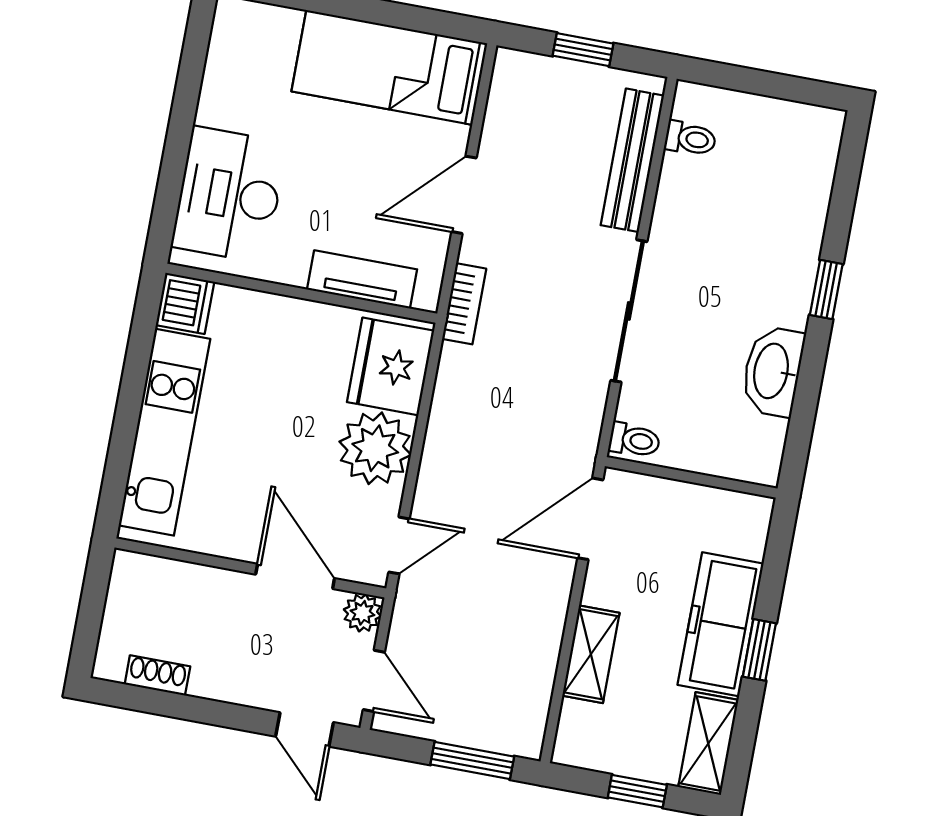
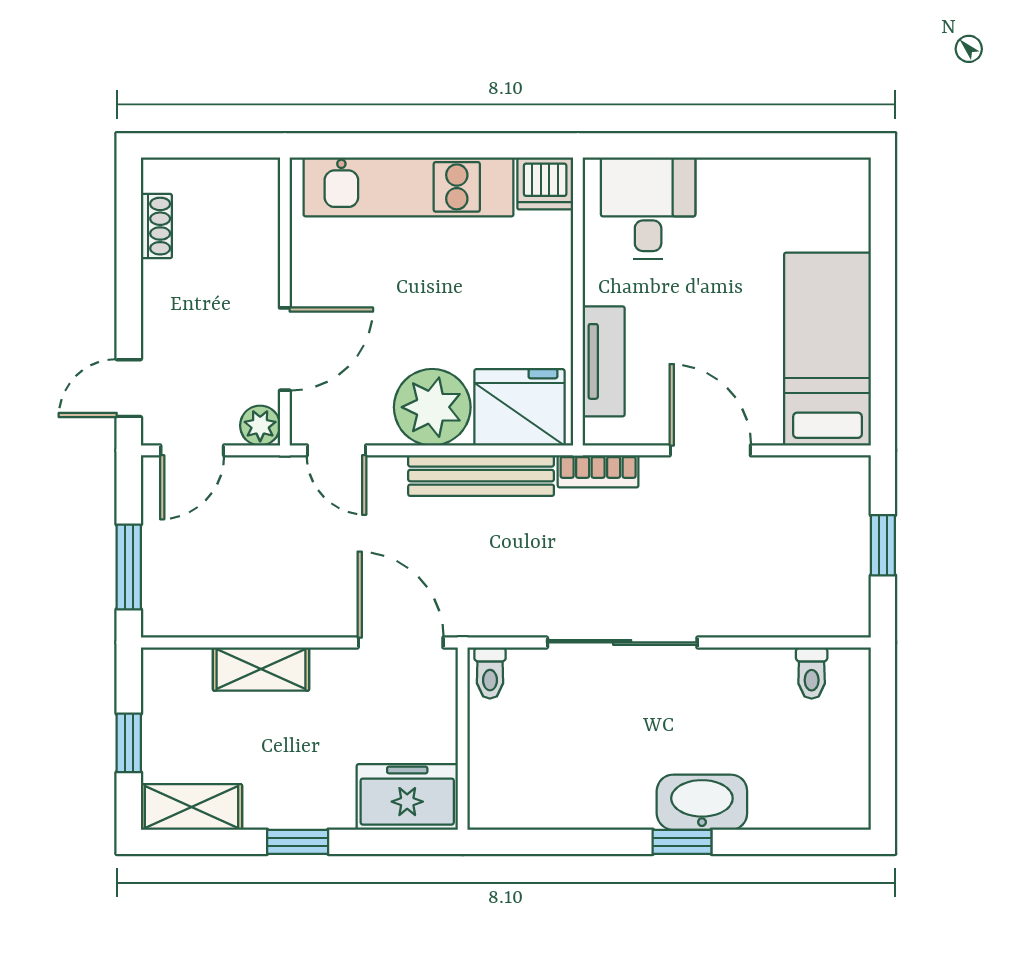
bench: (632, 160) -> (481, 476), moved
desk: (229, 195) -> (648, 208), width x0.73
washbasin: (773, 371) -> (702, 802), moved
freezer: (721, 624) -> (407, 797), moved, width x0.71

